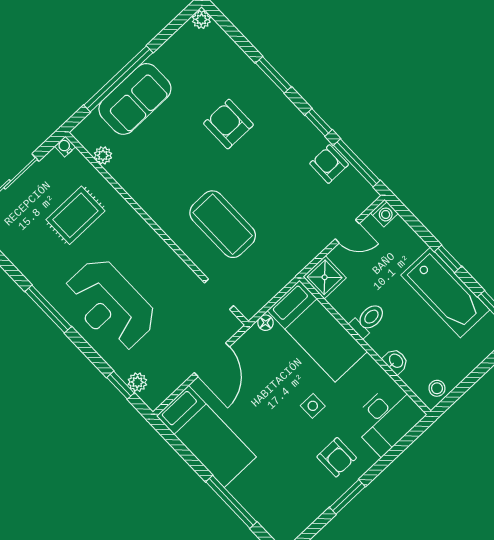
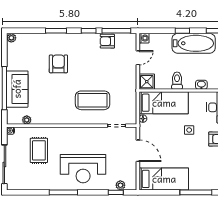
armchair: (228, 124) -> (58, 64), turned 90

